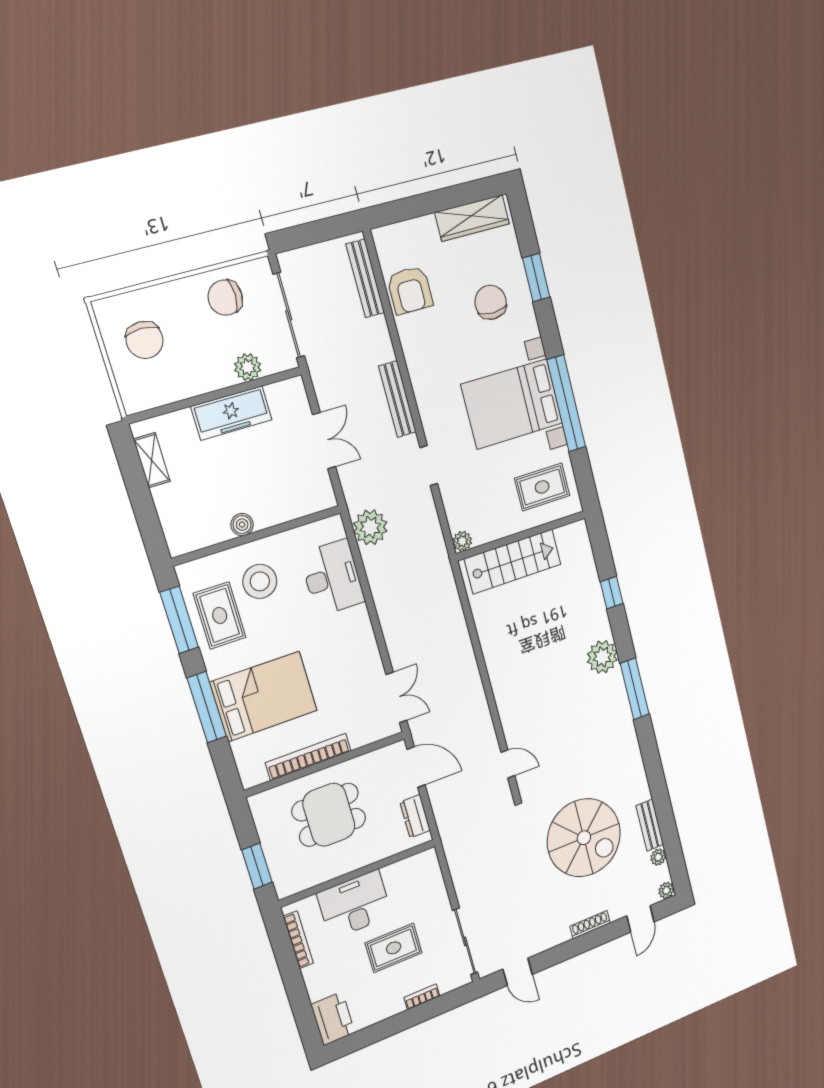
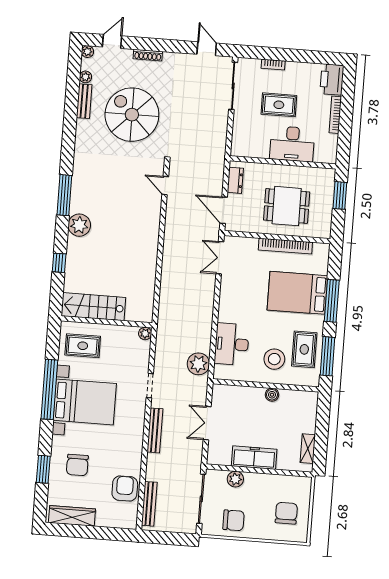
stairs: (513, 561) -> (93, 307), moved
bookcase: (298, 940) -> (335, 115), moved

